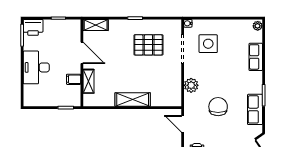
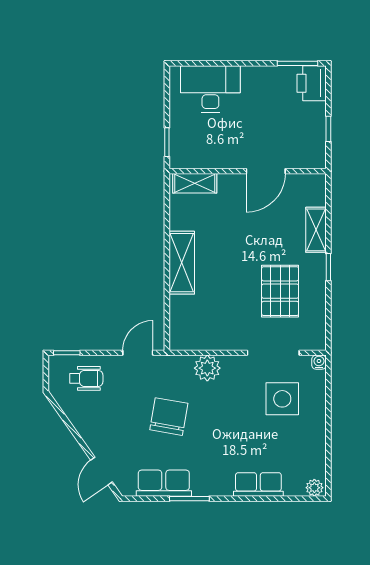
shelving: (96, 25) -> (316, 230), moved
desk: (36, 67) -> (210, 89), moved
filing cabinet: (74, 79) -> (218, 156), removed
shelving: (89, 81) -> (195, 183), moved
chair: (218, 107) -> (169, 417), turned -80

